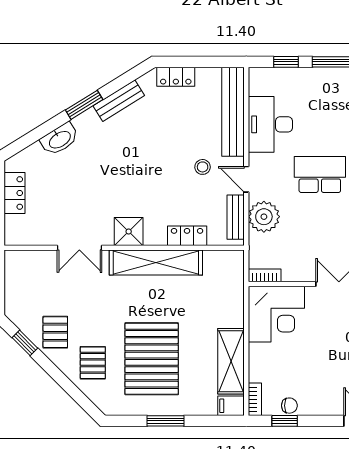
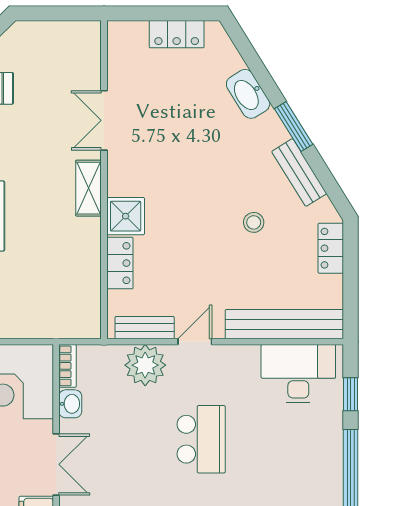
desk: (270, 124) -> (298, 374), moved
stool: (203, 167) -> (254, 222), moved
shower: (129, 232) -> (126, 216), moved
shelving: (156, 263) -> (89, 188), width x0.45, depth x0.75
washbasin: (293, 273) -> (70, 404), added

